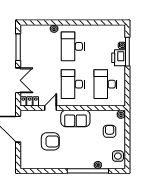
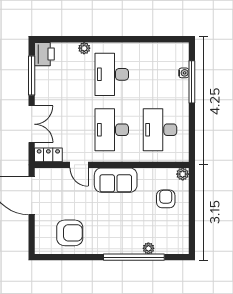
printer: (119, 58) -> (44, 54), moved, turned 180
door: (51, 108) -> (79, 165), swing flipped
armchair: (50, 141) -> (70, 233), moved
side table: (118, 156) -> (178, 235), removed

